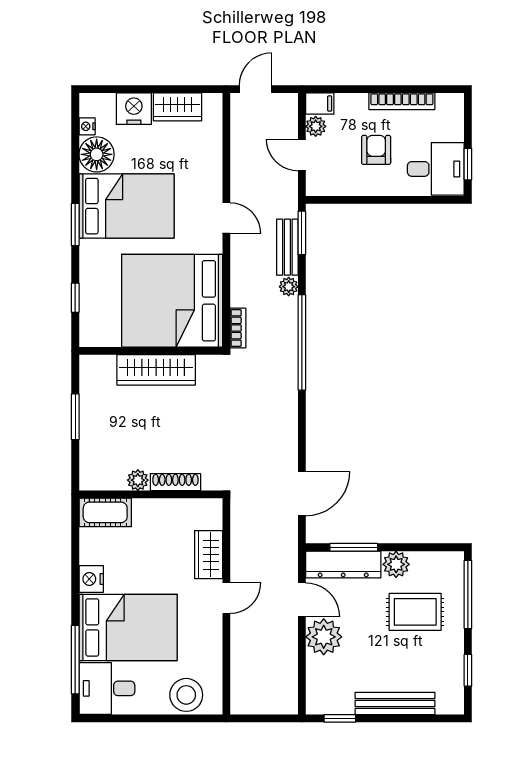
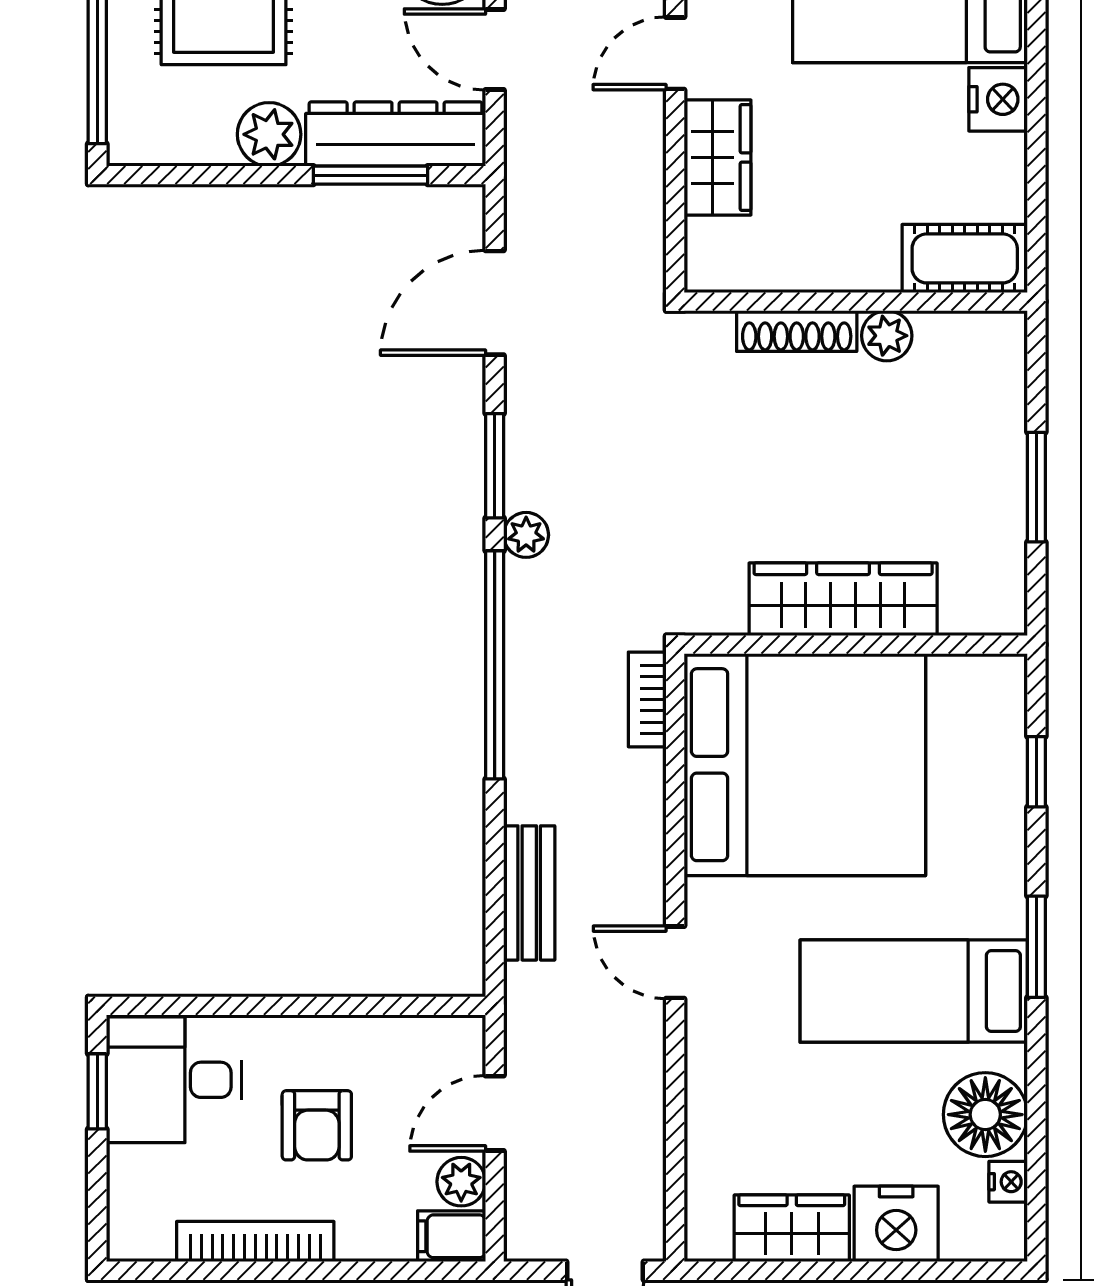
door: (302, 155) -> (495, 1113), swing flipped
bed: (127, 206) -> (914, 991), width x0.67
window: (302, 233) -> (495, 466), moved
plant: (289, 287) -> (526, 535), moved

